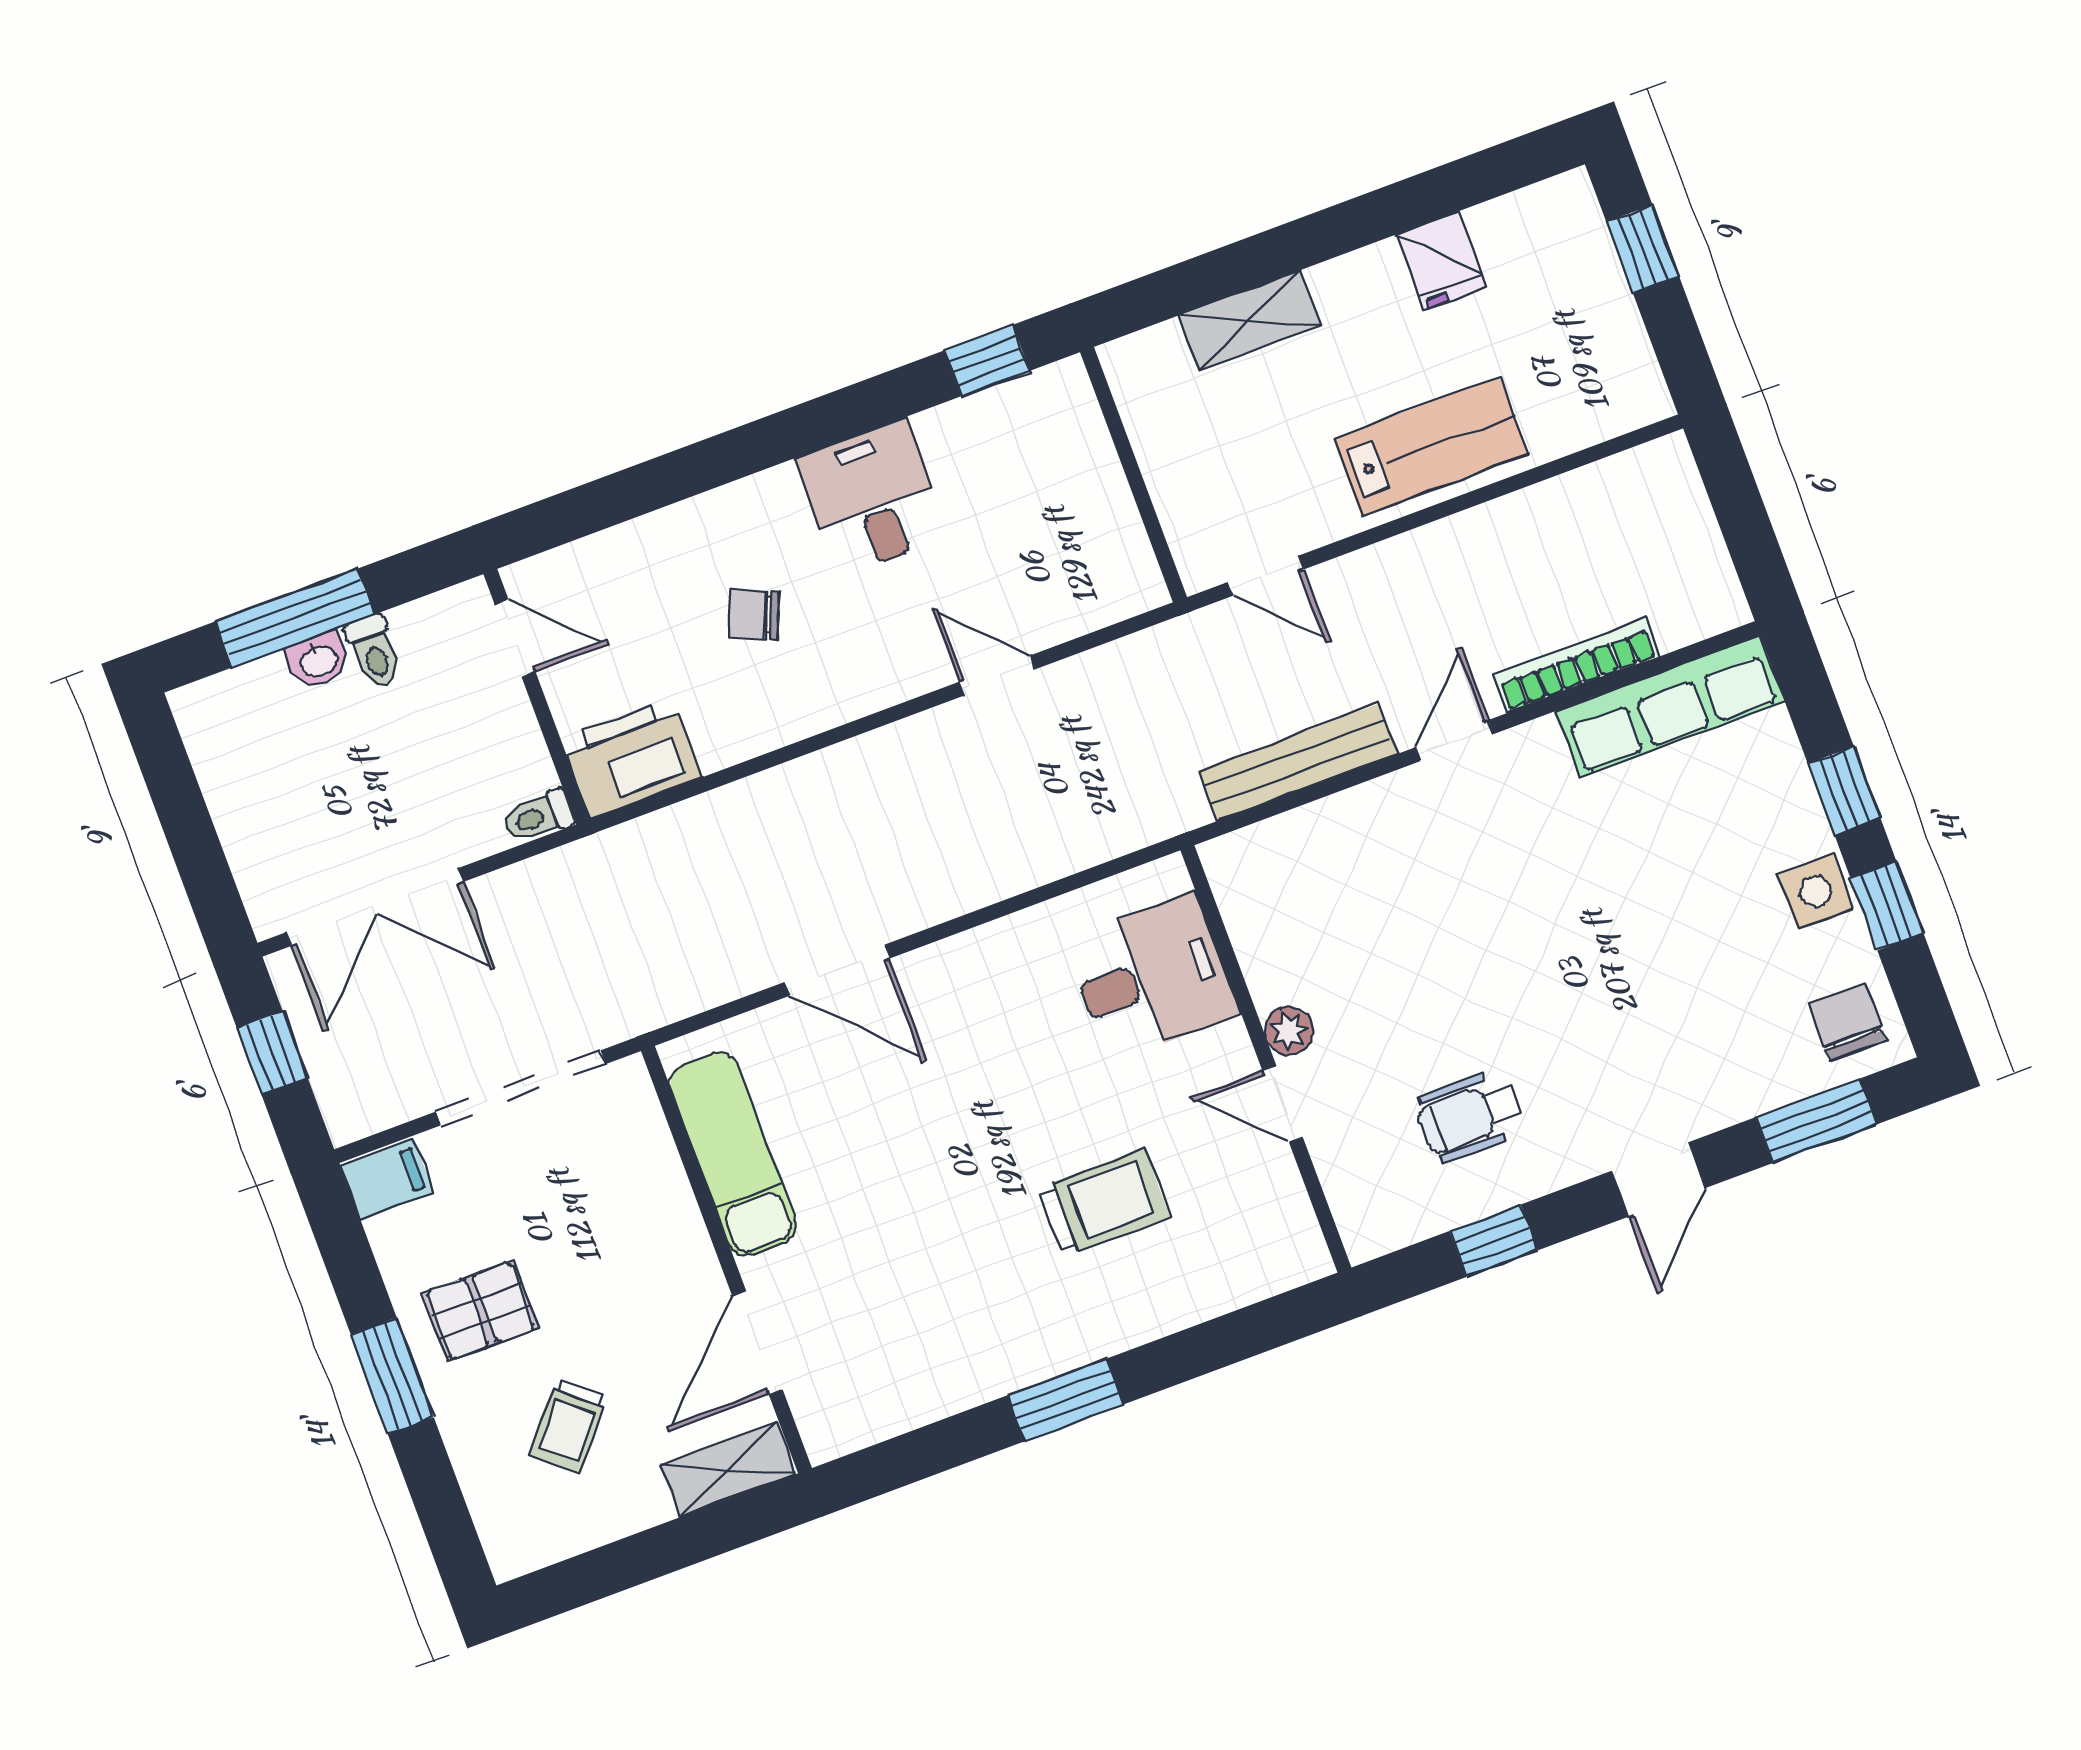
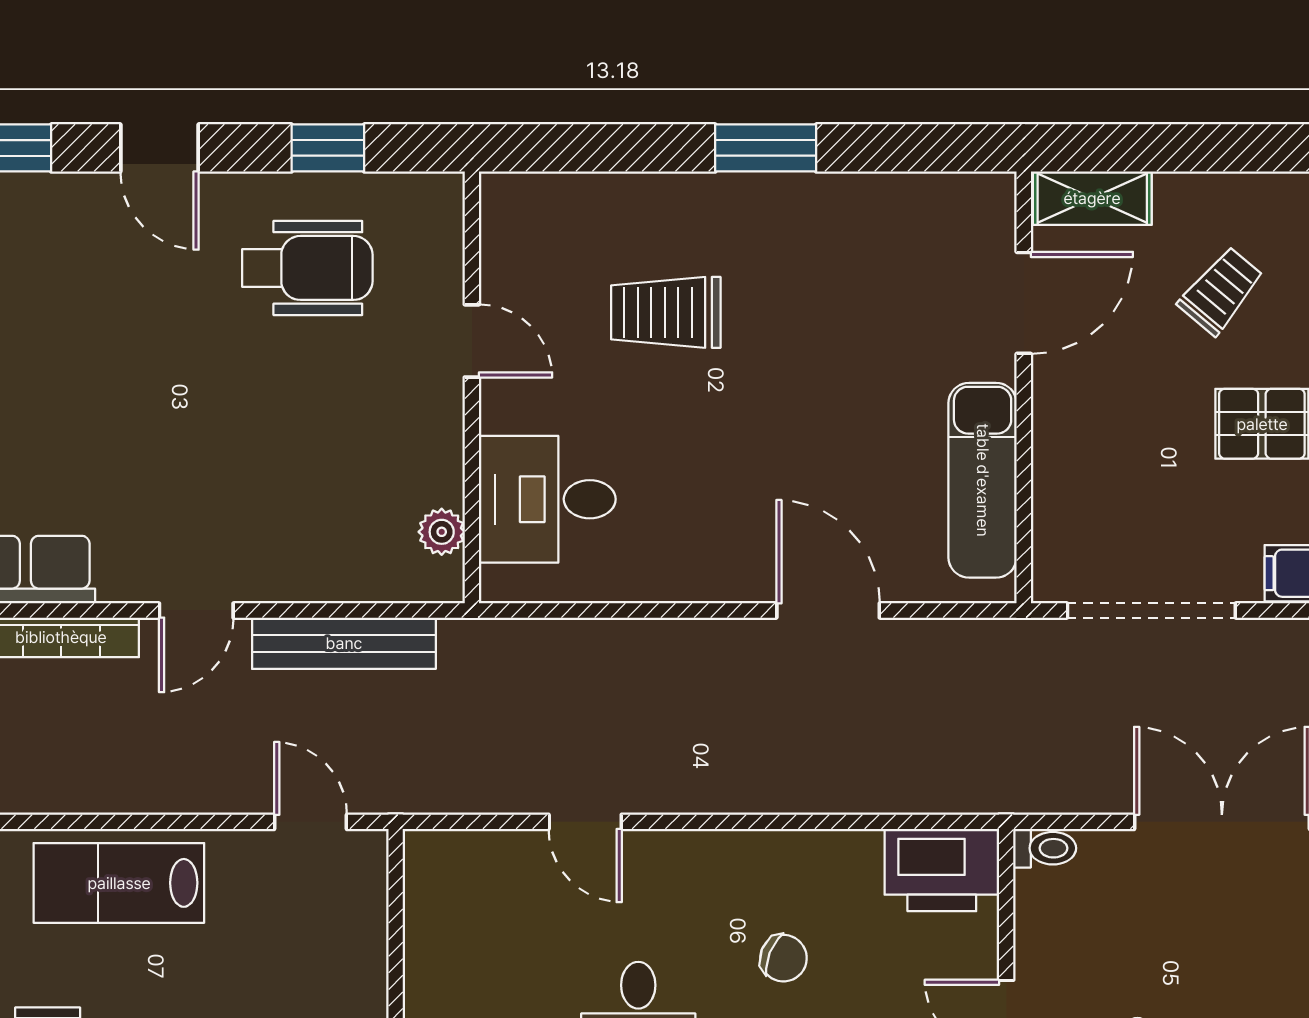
plant: (1289, 1031) -> (442, 532), moved
wheelchair: (1470, 1116) -> (307, 268), width x1.36, depth x1.37
door: (1658, 1180) -> (160, 148), swing flipped

